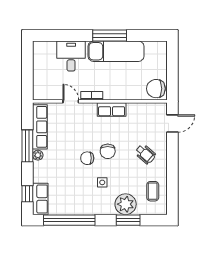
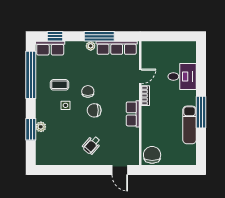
exam couch: (116, 51) -> (190, 125), width x0.73, depth x0.69
coffee table: (153, 191) -> (59, 85), moved
plant: (126, 204) -> (41, 127), width x0.53, depth x0.53

